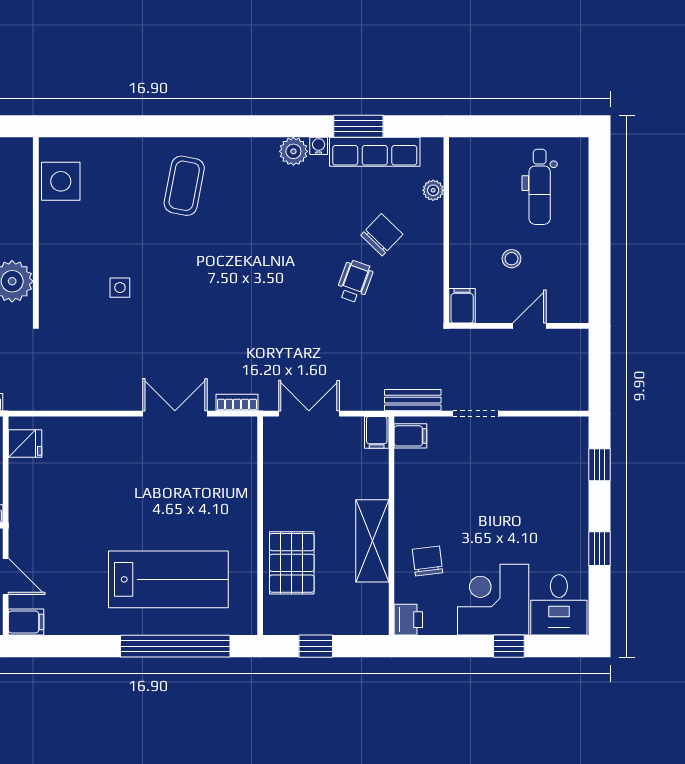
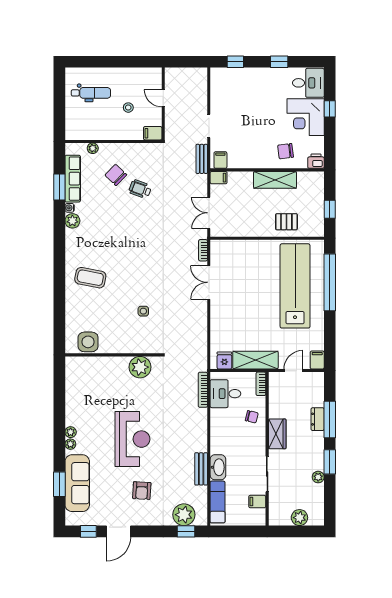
shelving: (26, 503) -> (255, 360), added
pallet: (292, 563) -> (286, 222), width x0.67, depth x0.71
lab bench: (168, 579) -> (295, 286), width x1.36

